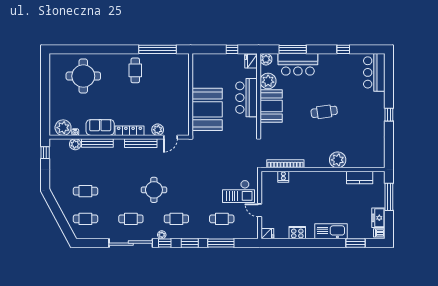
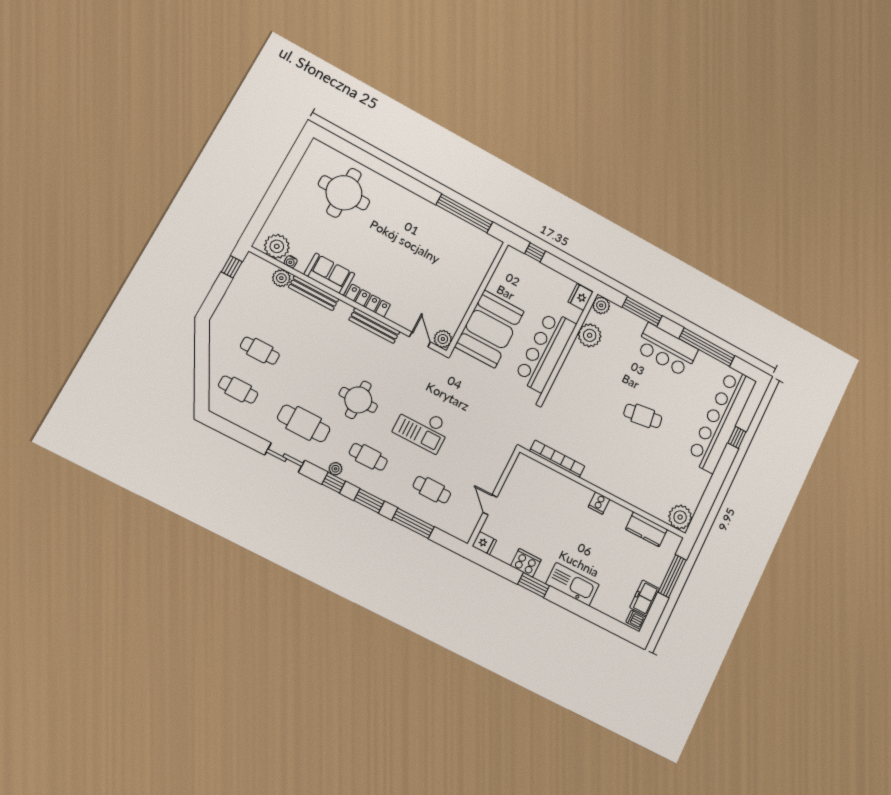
window: (232, 49) -> (535, 252), moved
window: (343, 49) -> (707, 347), width x3.17
bar counter: (298, 64) -> (667, 350), moved
cafe table: (135, 70) -> (419, 224), removed
bar counter: (374, 72) -> (722, 420), width x1.86
bar counter: (246, 98) -> (545, 351), width x1.36
booth: (271, 106) -> (577, 371), removed
window: (389, 115) -> (737, 437), moved
plant: (158, 130) -> (443, 339), moved
door: (170, 137) -> (420, 339), swing flipped
plant: (338, 160) -> (680, 517), moved
cooker: (283, 177) -> (599, 503), moved
checkout: (238, 191) -> (422, 428), moved
cafe table: (131, 219) -> (304, 423), width x1.37, depth x1.35
sliding door: (131, 243) -> (285, 458), width x0.54
window: (356, 243) -> (534, 585), moved

